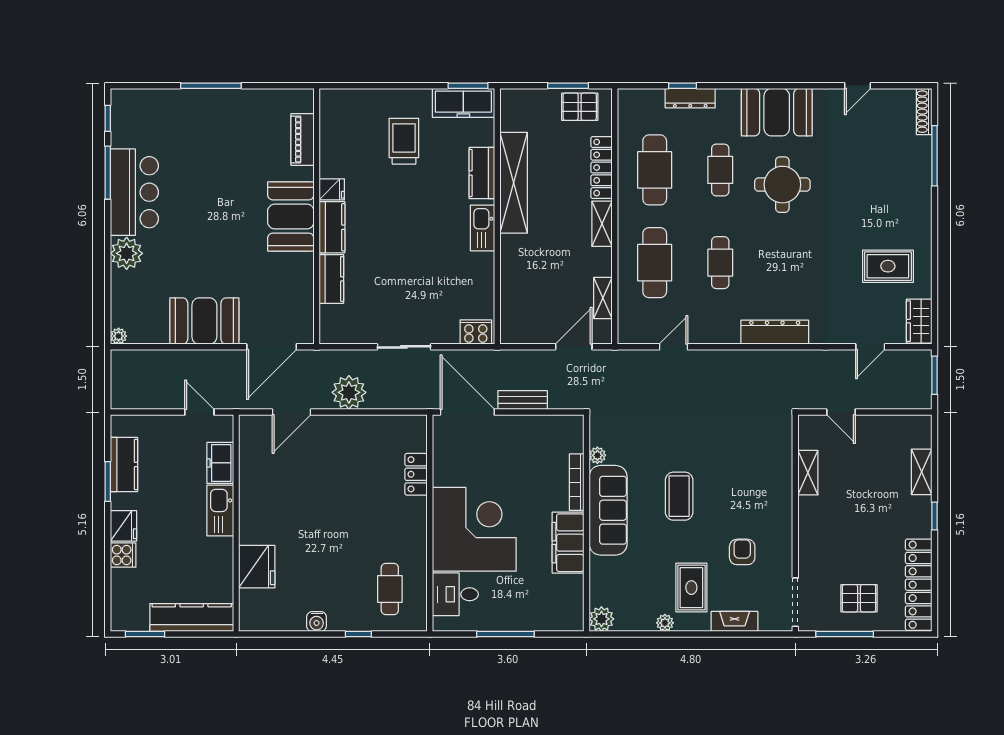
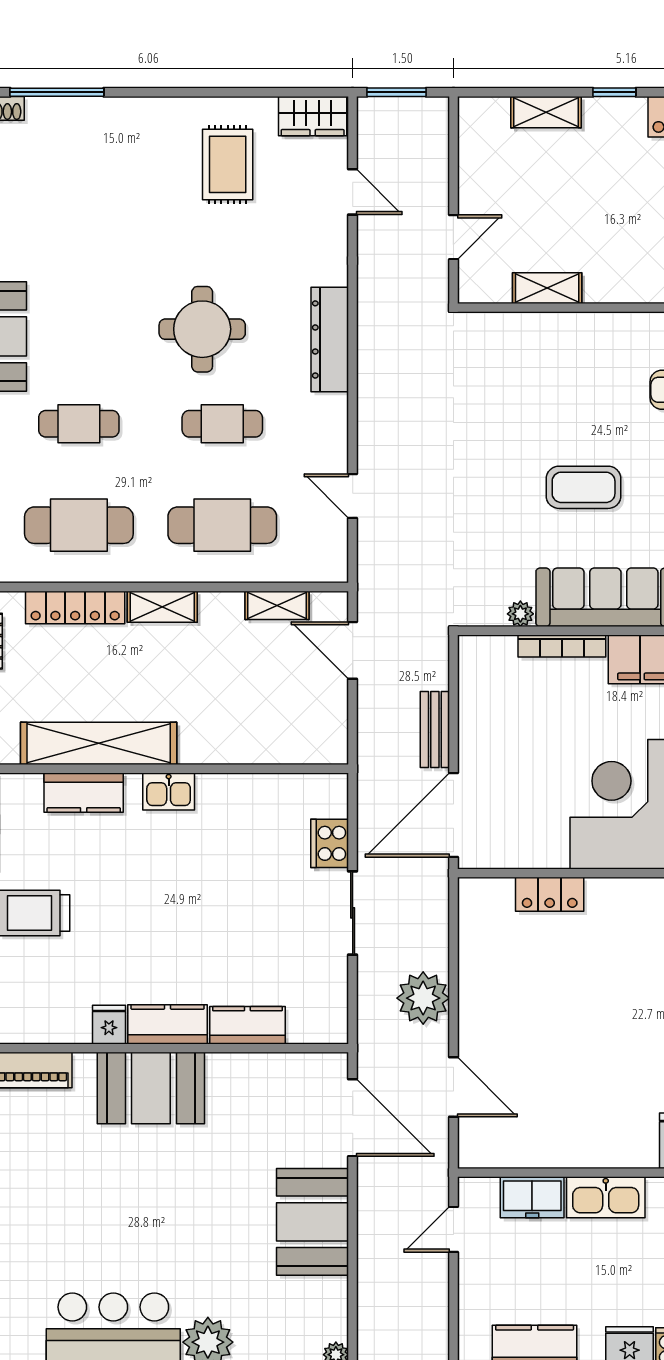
round table: (782, 185) -> (202, 329), moved
kitchen sink: (483, 228) -> (169, 791), width x0.73
cooker: (476, 332) -> (330, 843), moved

